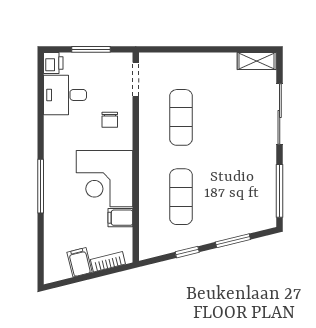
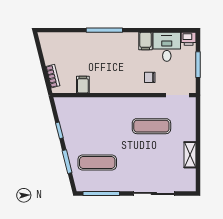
shelving: (257, 61) -> (190, 155), moved
corner desk: (105, 179) -> (110, 74), removed
exercise mat: (181, 197) -> (97, 162), moved
filing cabinet: (79, 262) -> (145, 41), moved, turned 104

